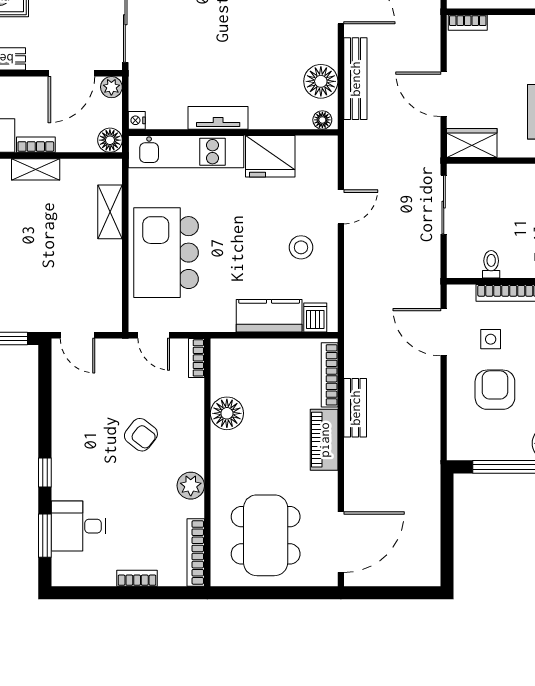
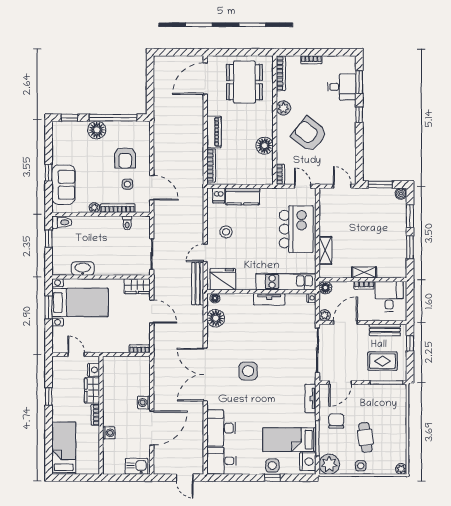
bench: (355, 79) -> (198, 284), moved
fridge: (270, 156) -> (223, 279), moved
bench: (355, 408) -> (198, 148), removed
armchair: (141, 435) -> (309, 134), width x1.88, depth x1.88

